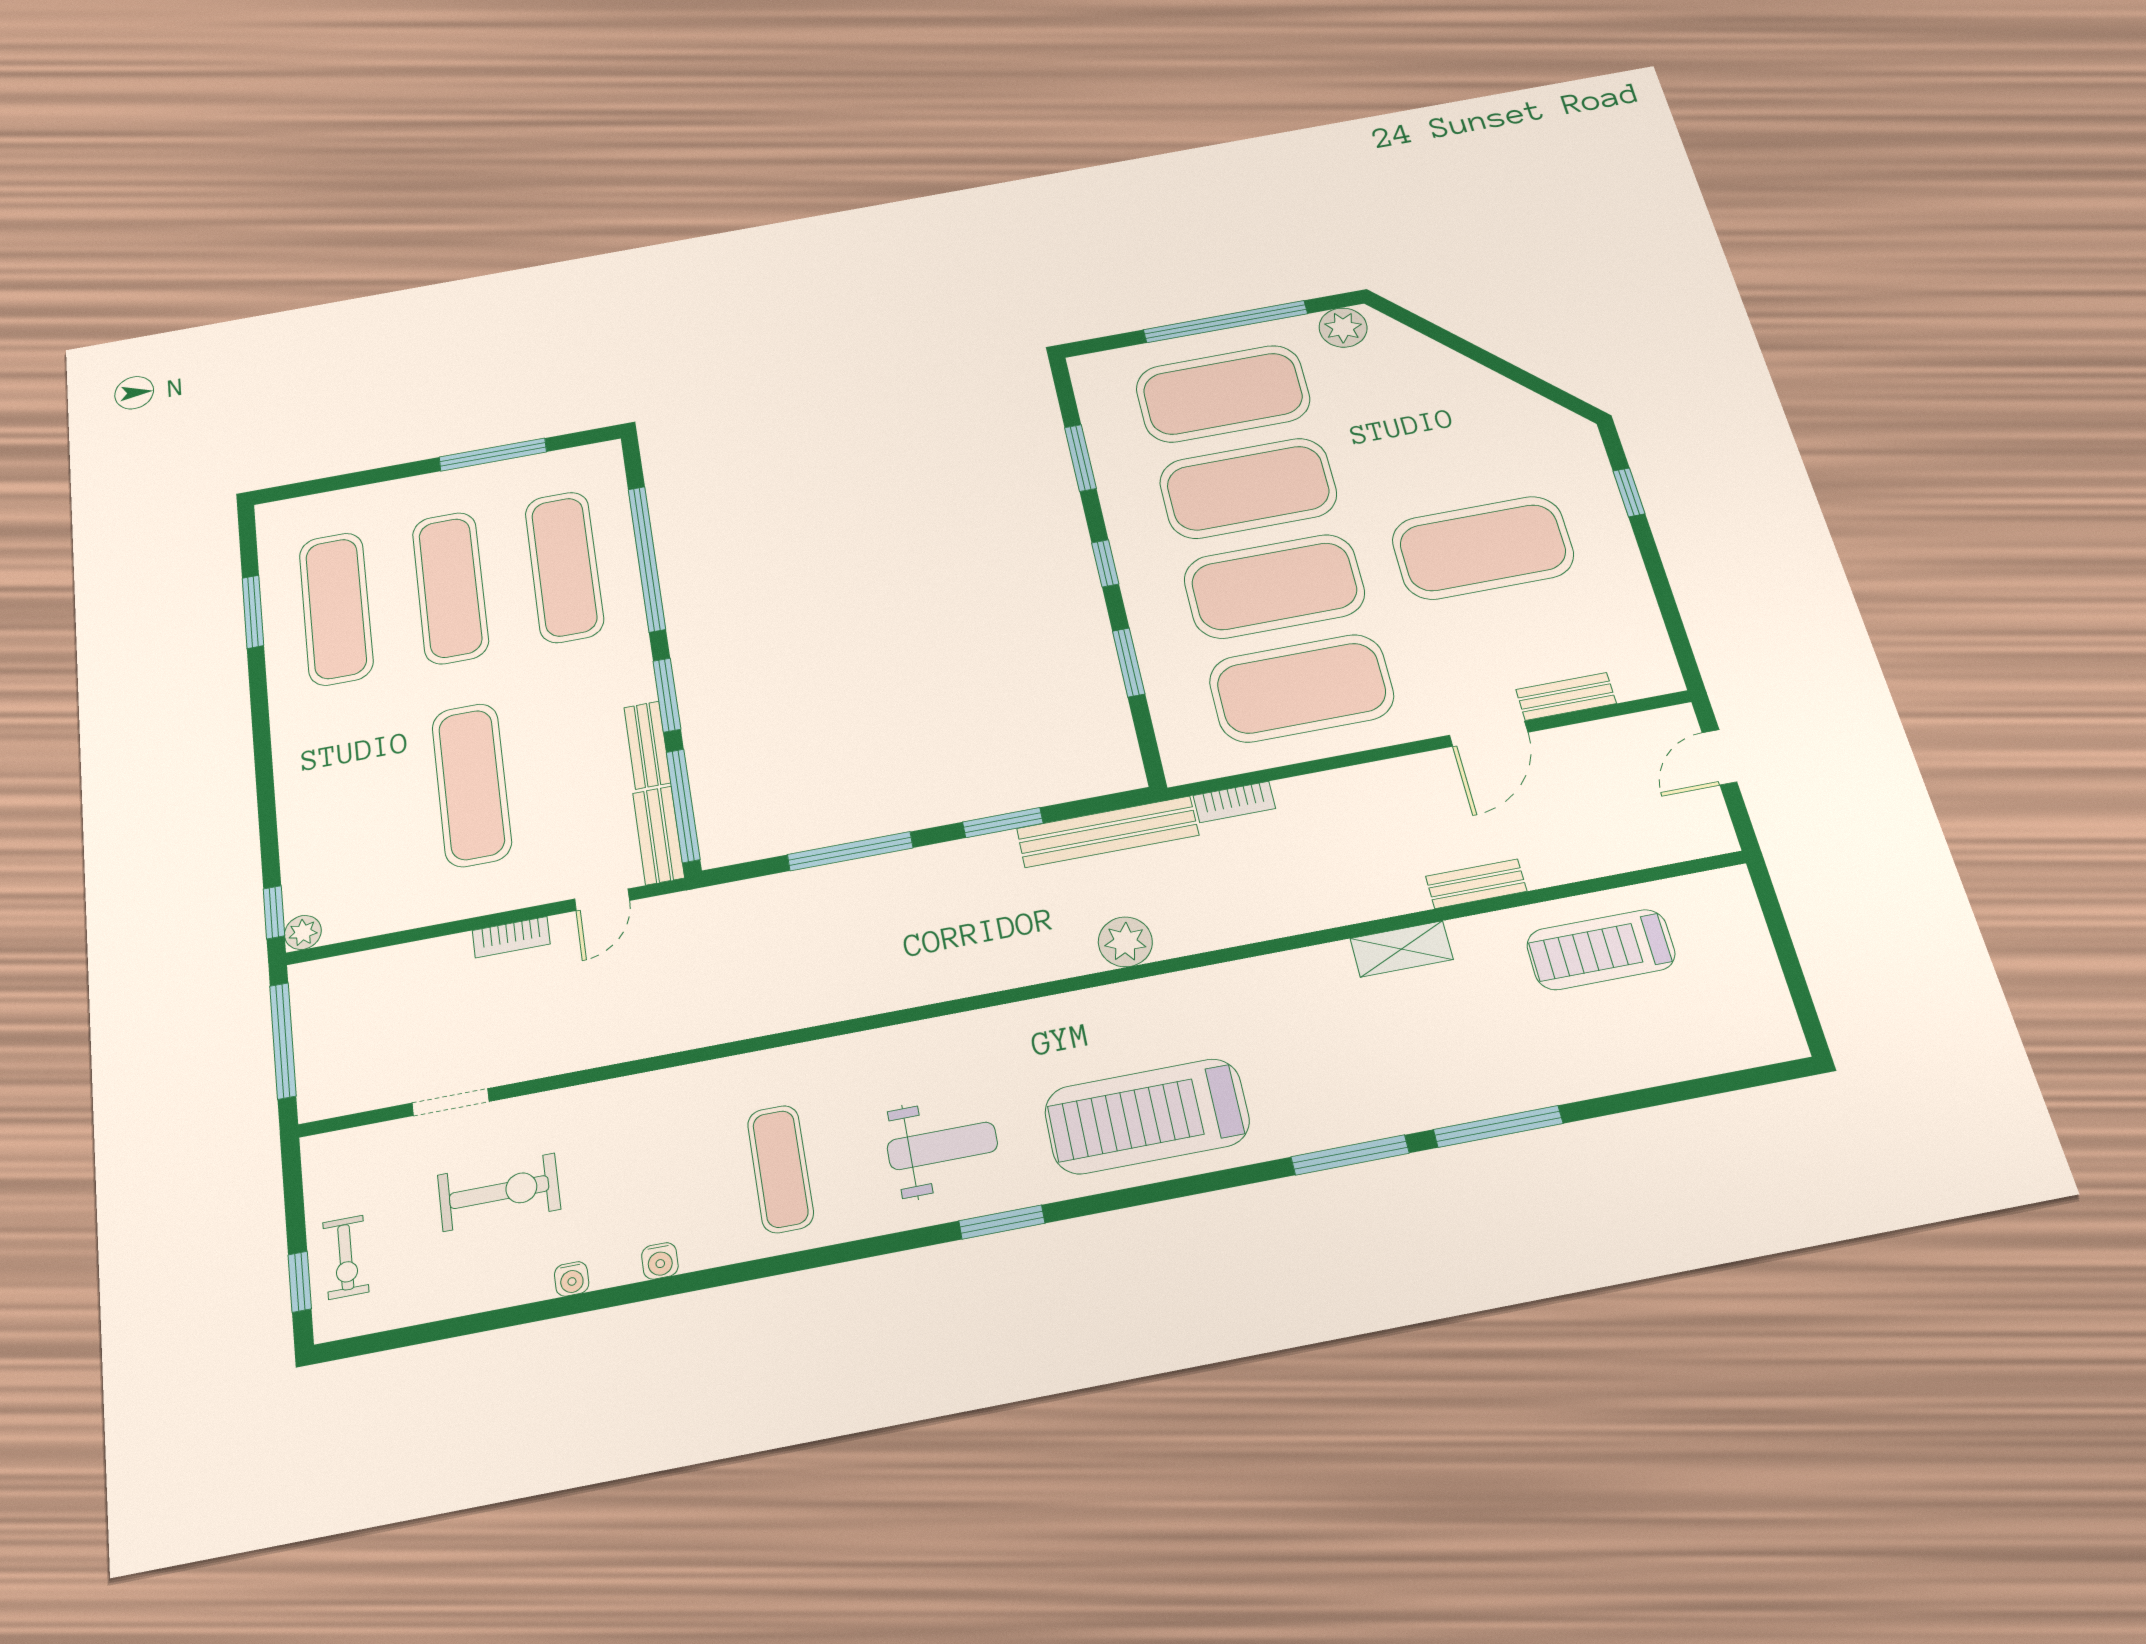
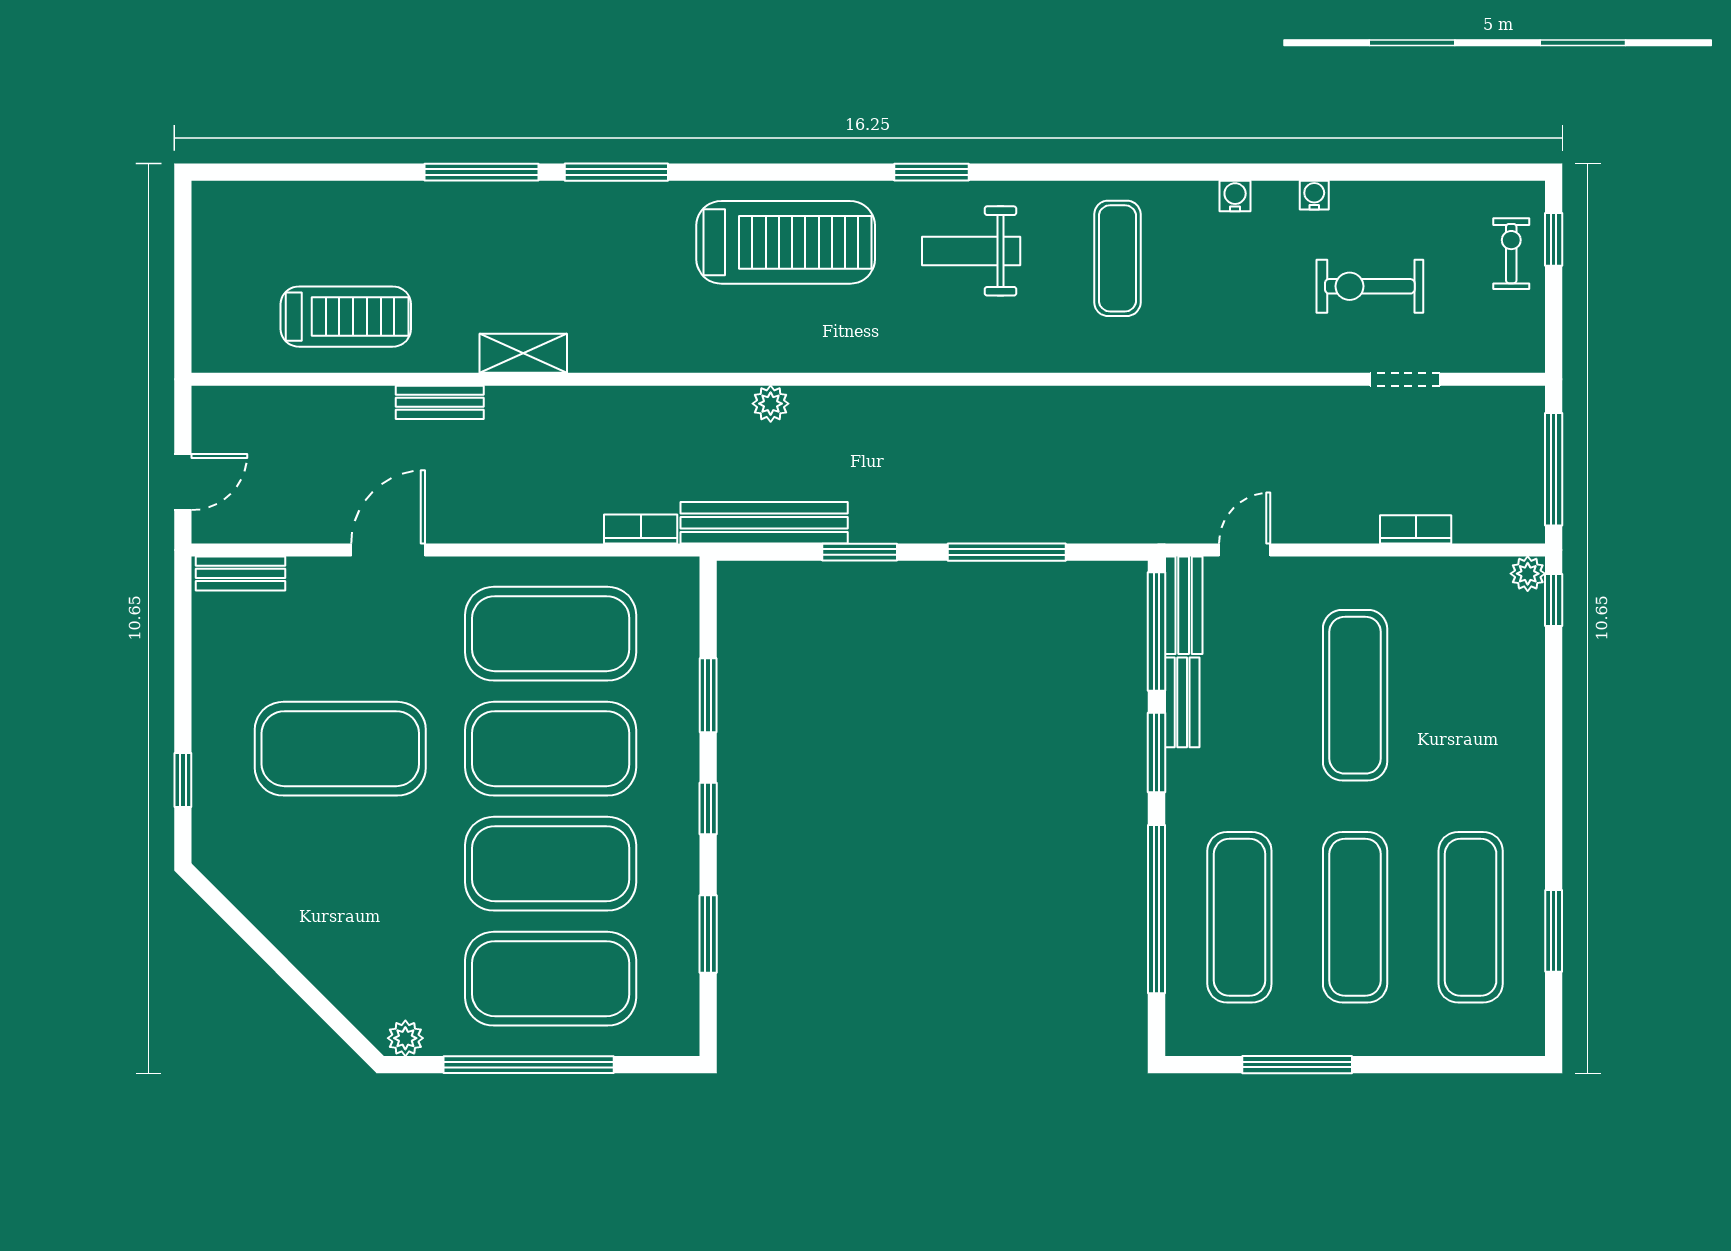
plant: (1343, 328) -> (405, 1038), width x0.73, depth x0.73
bench: (1566, 696) -> (241, 573), moved
bookcase: (511, 937) -> (1416, 529), moved
plant: (1125, 942) -> (771, 404), width x0.73, depth x0.73

